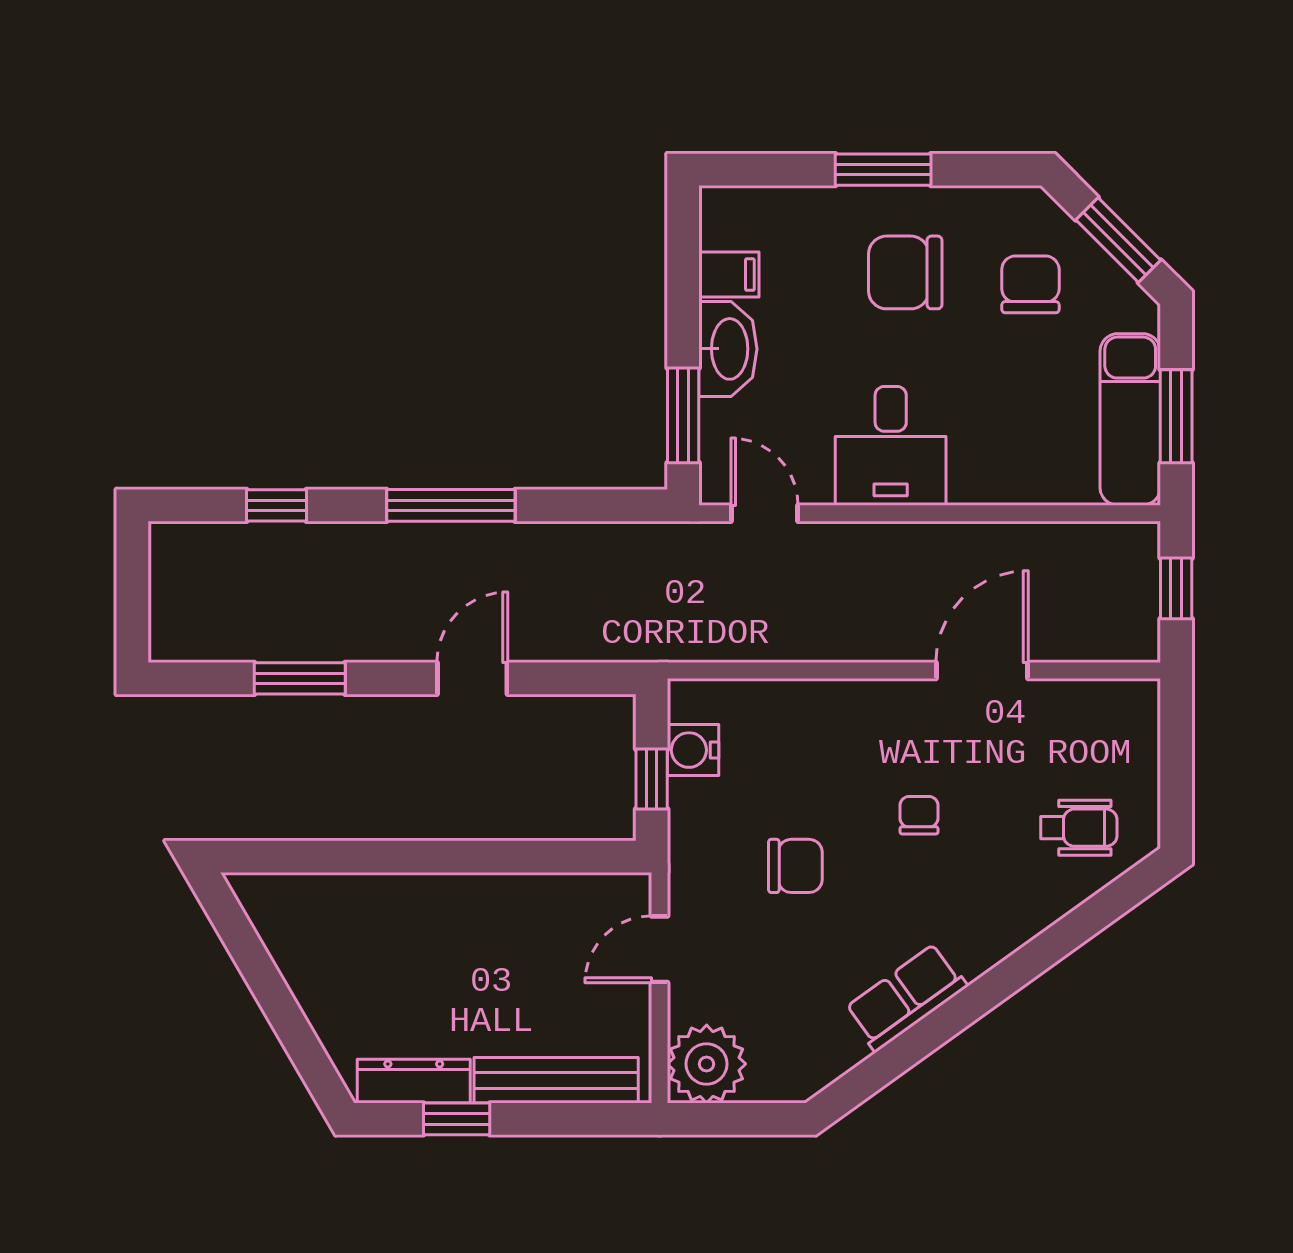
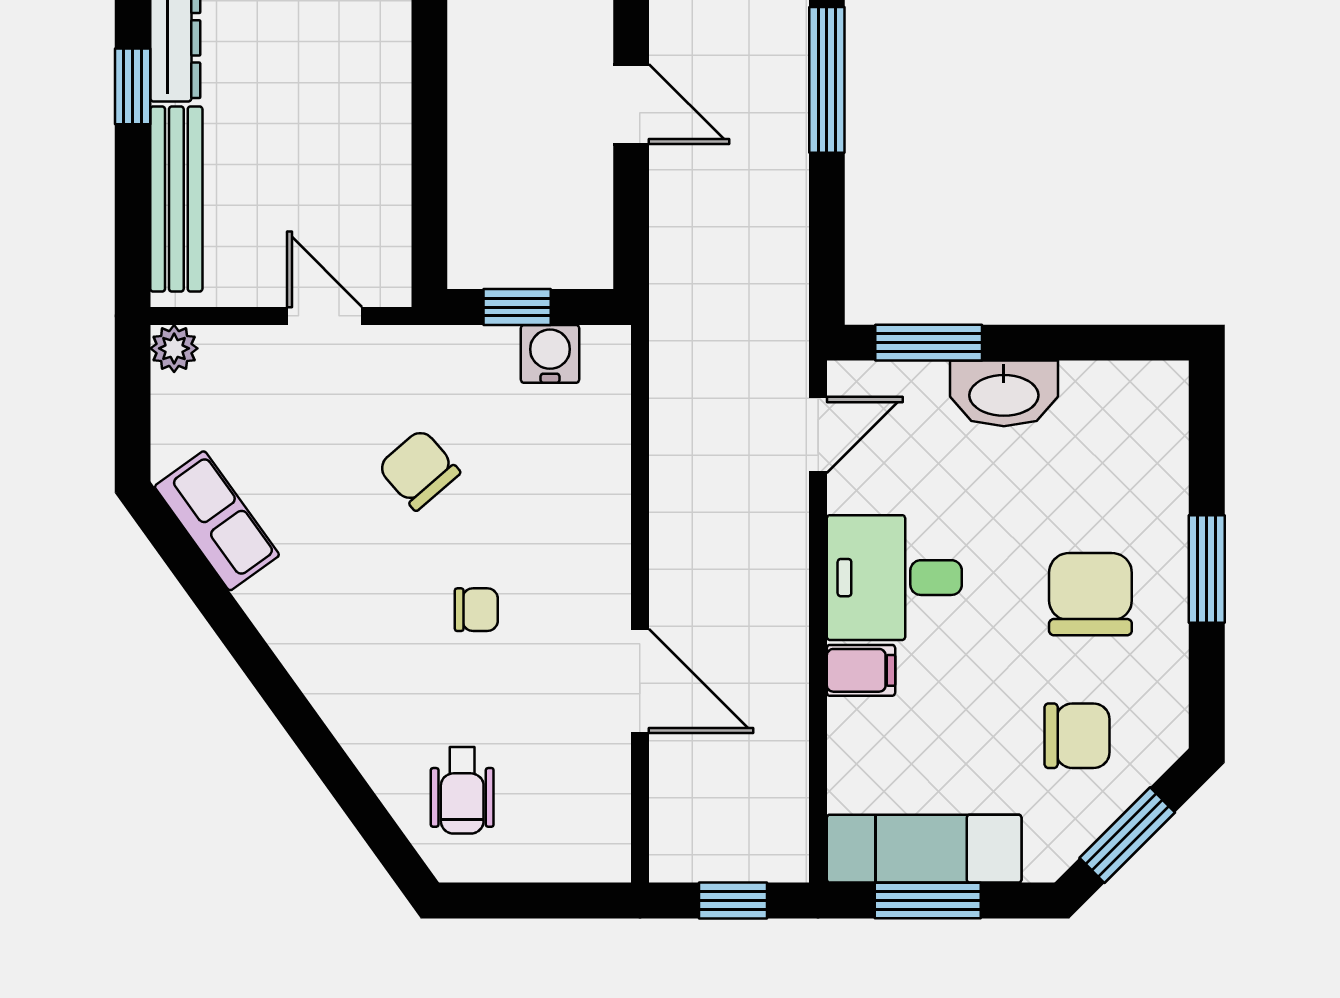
filing cabinet: (729, 275) -> (861, 670), moved, turned -90
chair: (795, 866) -> (419, 470), turned 139
row of seats: (906, 997) -> (217, 521), moved
plant: (707, 1064) -> (174, 348), width x0.53, depth x0.53

